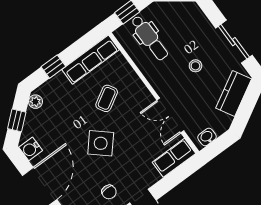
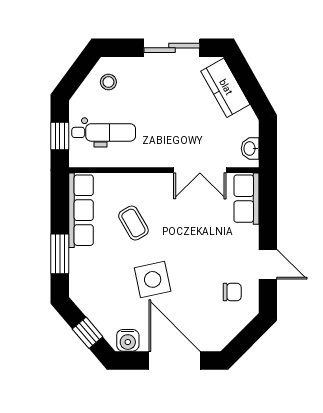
stool: (195, 66) -> (108, 82), moved
window: (53, 67) -> (60, 254), width x1.50
plant: (35, 102) -> (82, 299), removed
side table: (101, 143) -> (153, 279), moved, turned 37

